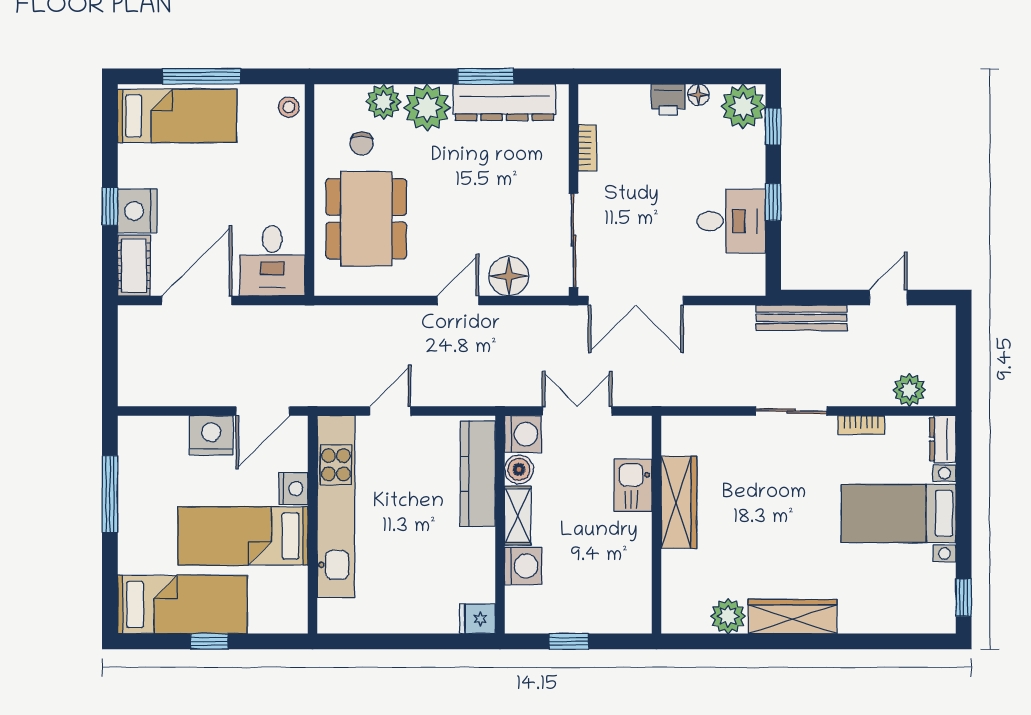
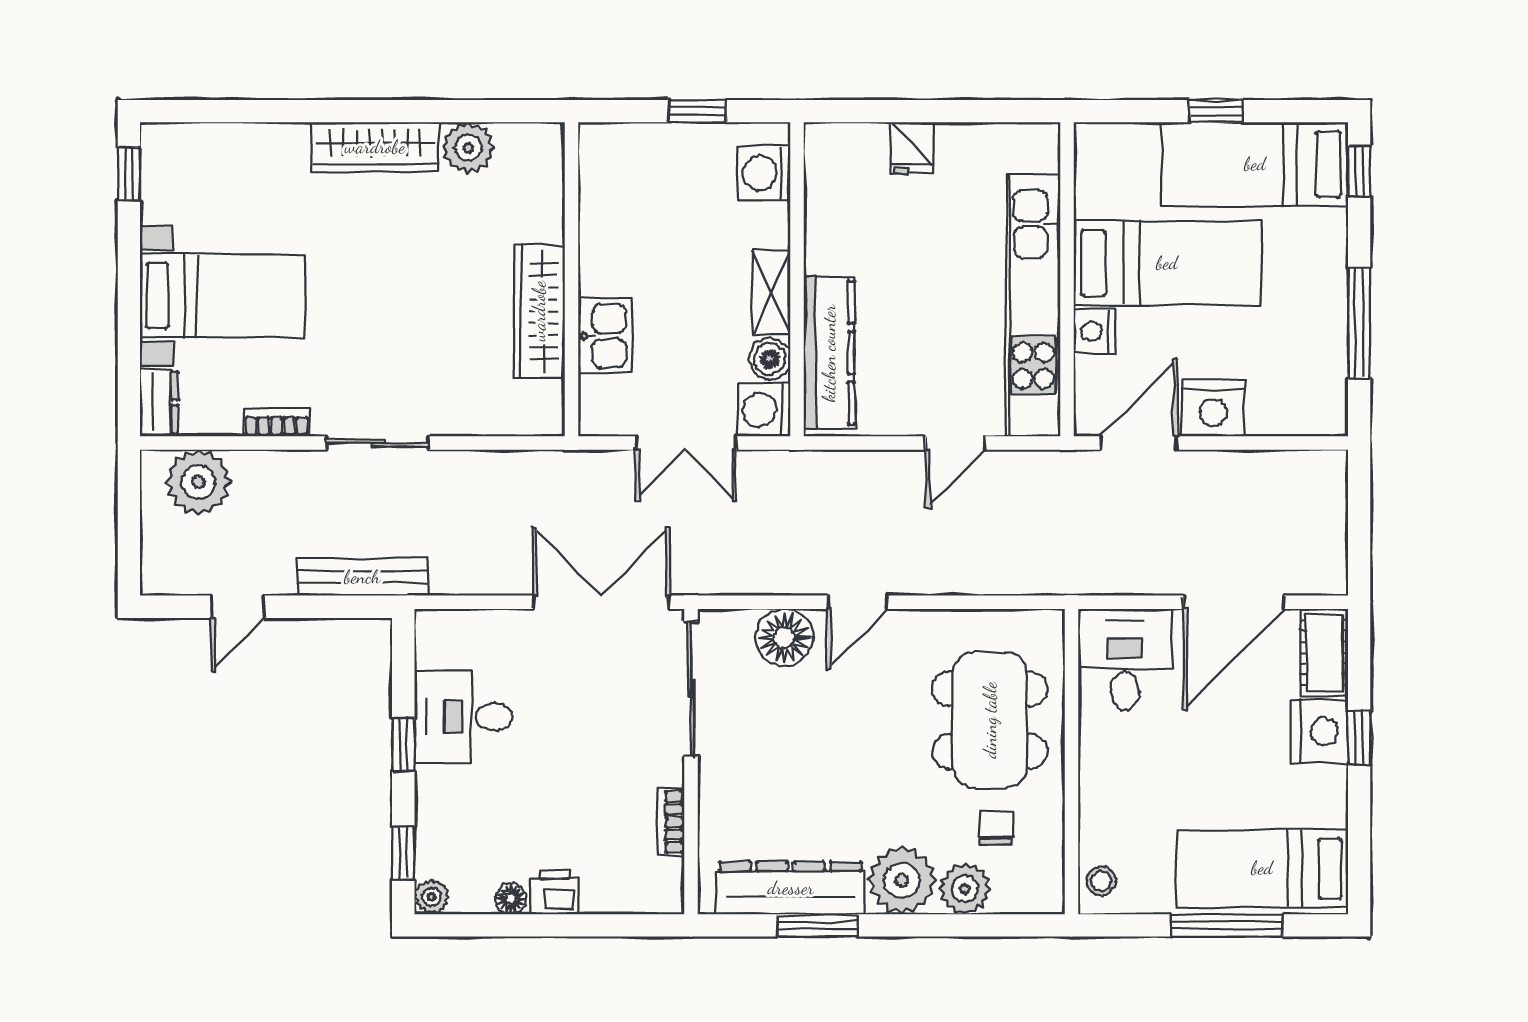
plant: (743, 106) -> (432, 897), width x0.53, depth x0.53
plant: (909, 390) -> (198, 482), width x1.36, depth x1.36
washing machine: (523, 566) -> (764, 173), moved
window: (110, 600) -> (1359, 171), added
fridge: (477, 619) -> (912, 148), moved, turned 90

